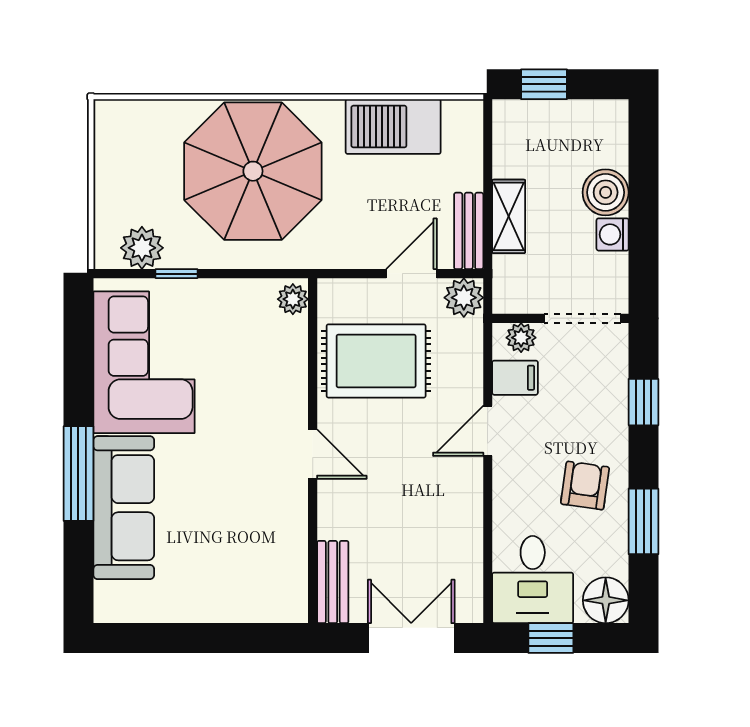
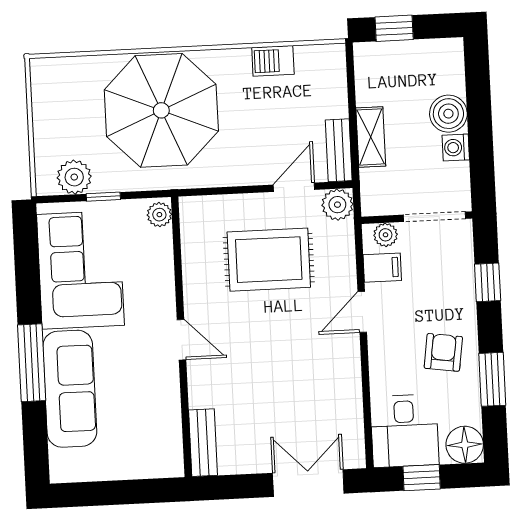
barbecue: (393, 127) -> (273, 61), width x0.53, depth x0.65
plant: (293, 299) -> (159, 215), moved
wall: (313, 451) -> (181, 337), moved
door: (313, 454) -> (182, 340), moved
bench: (333, 582) -> (203, 443), moved

